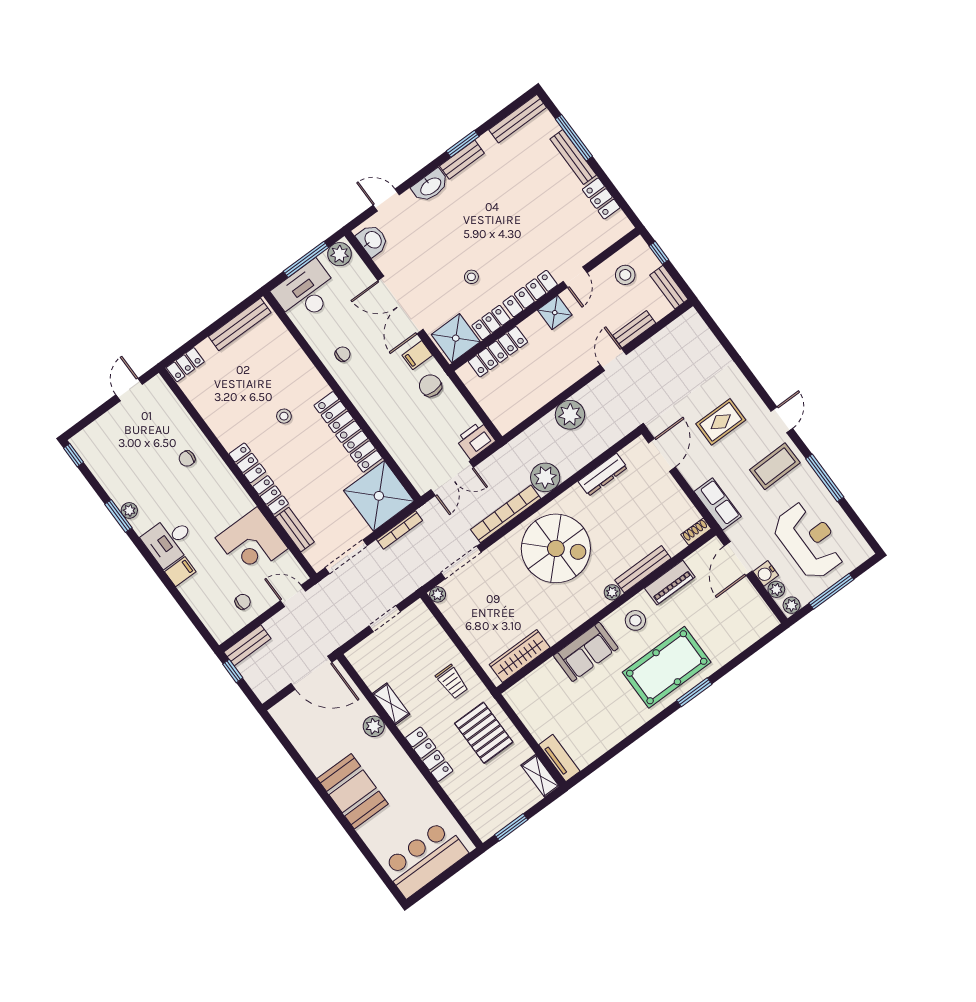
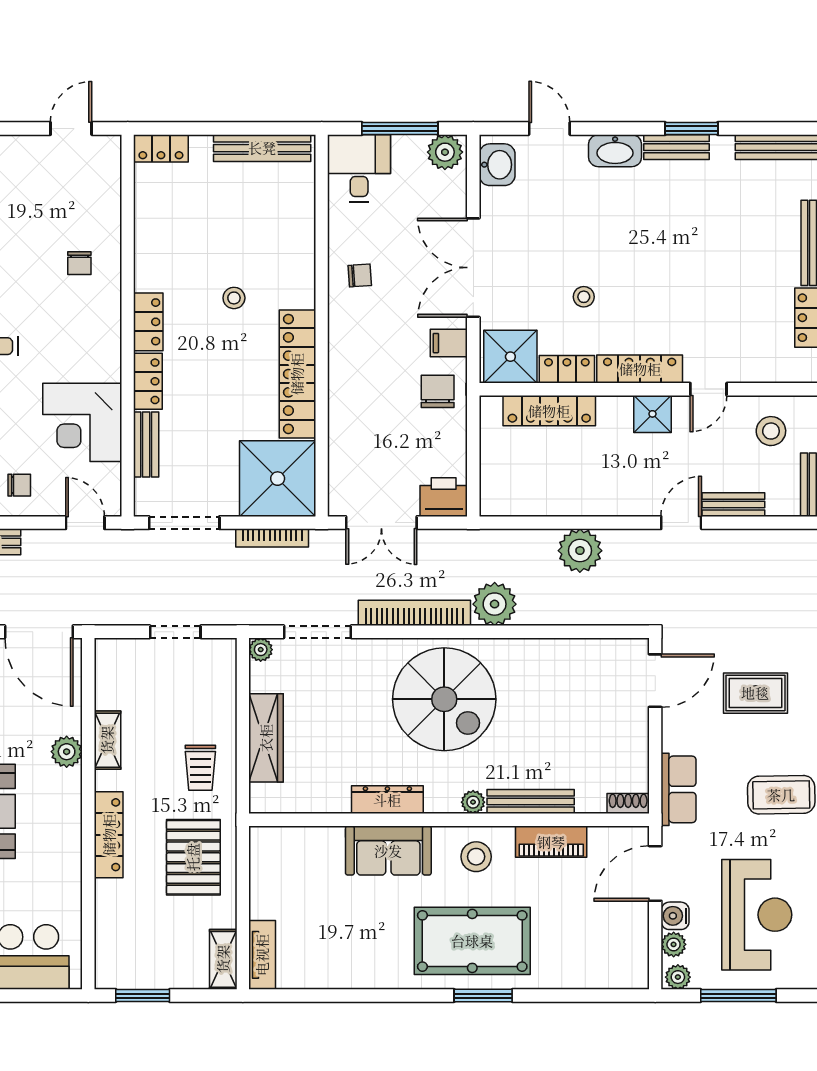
desk: (306, 292) -> (359, 168), width x0.73
chair: (187, 459) -> (79, 263), turned -90
dresser: (603, 475) -> (387, 800), moved, turned 180
wardrobe: (520, 656) -> (266, 738), moved, turned 90

